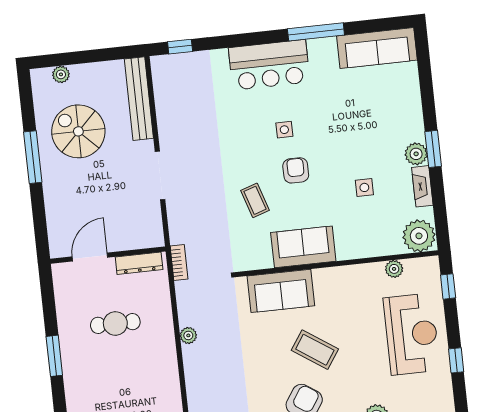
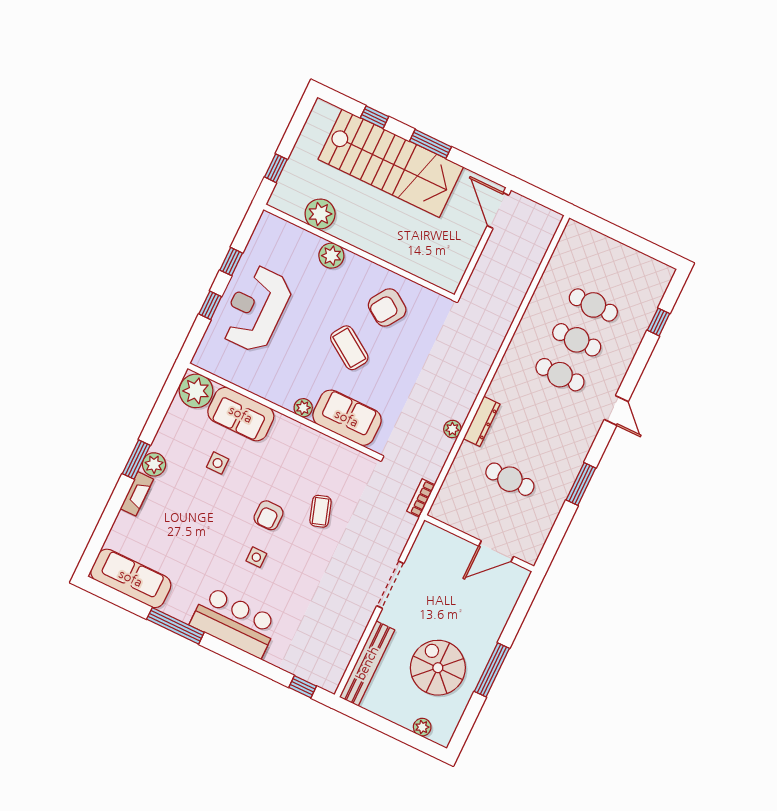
spiral stairs: (78, 131) -> (438, 668), turned 180
fireplace: (422, 186) -> (137, 494), moved
sofa: (303, 247) -> (241, 414), moved
dresser: (139, 263) -> (482, 421), moved, turned 90
plant: (394, 269) -> (303, 408), moved
window: (448, 286) -> (210, 305), moved

